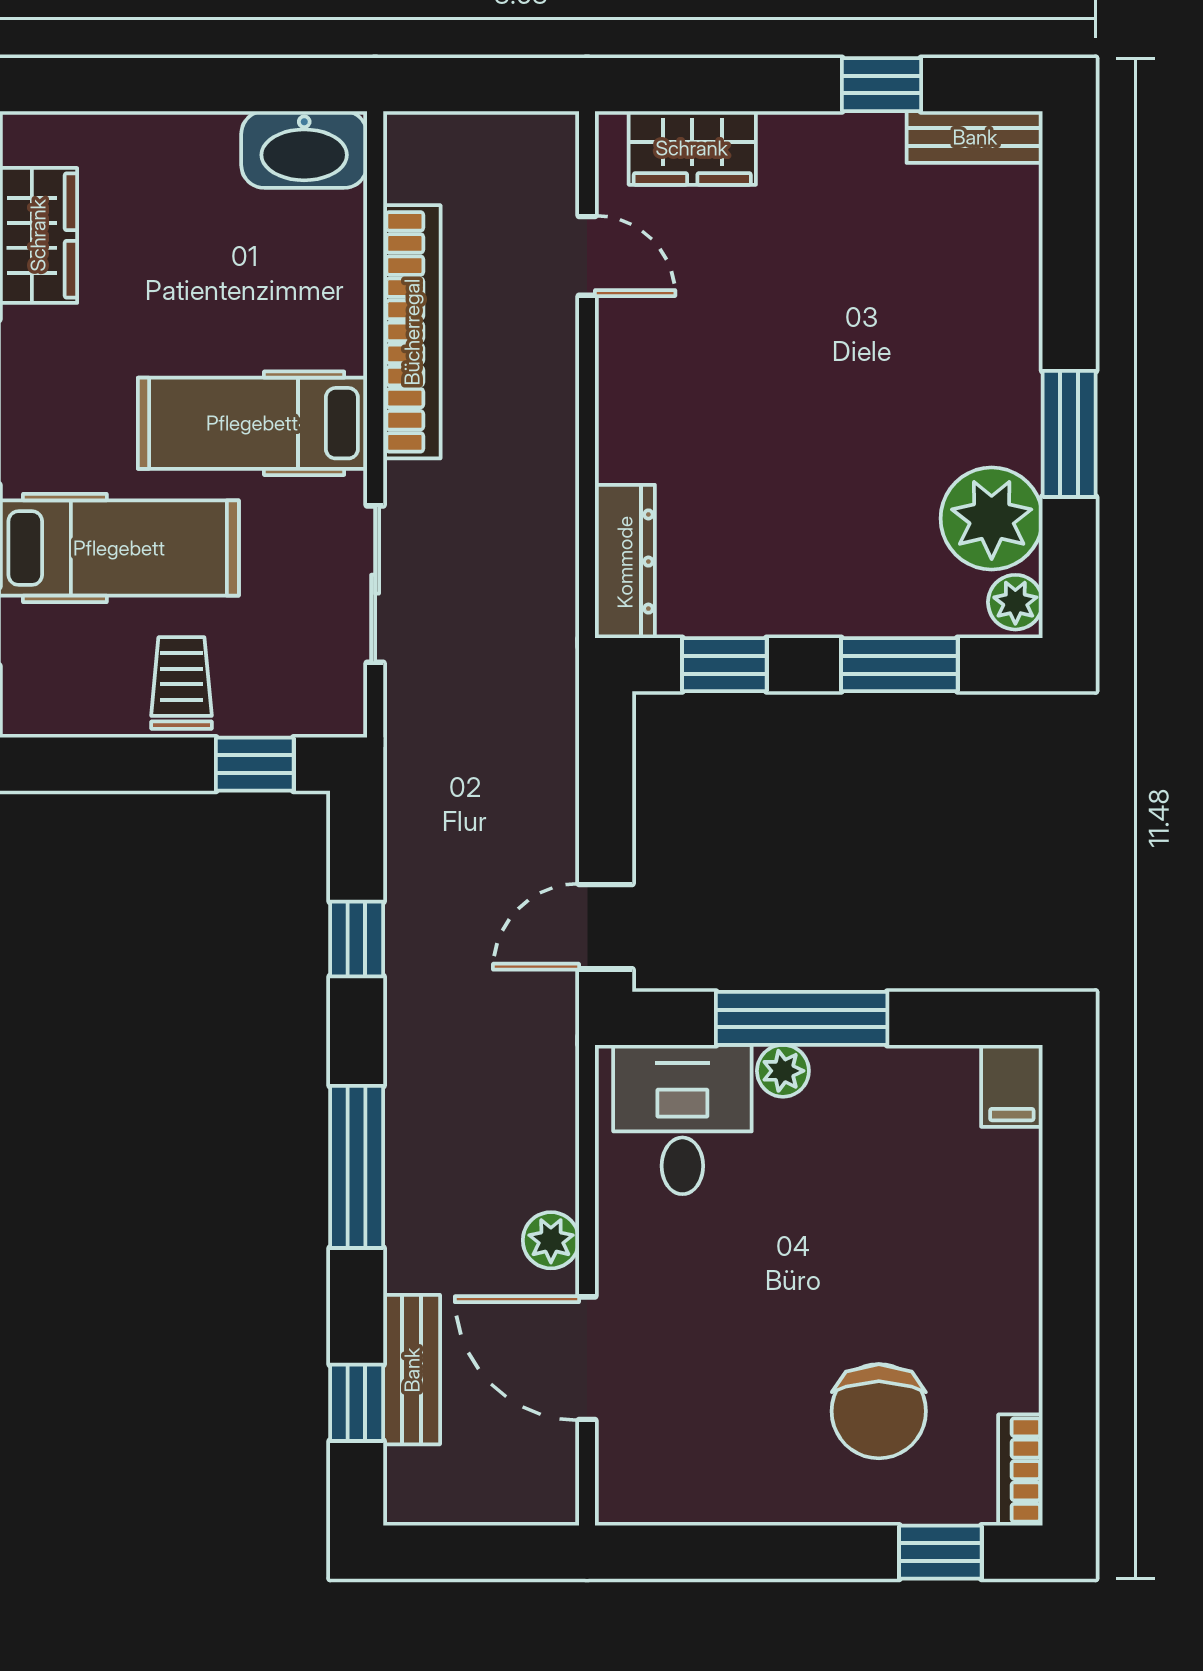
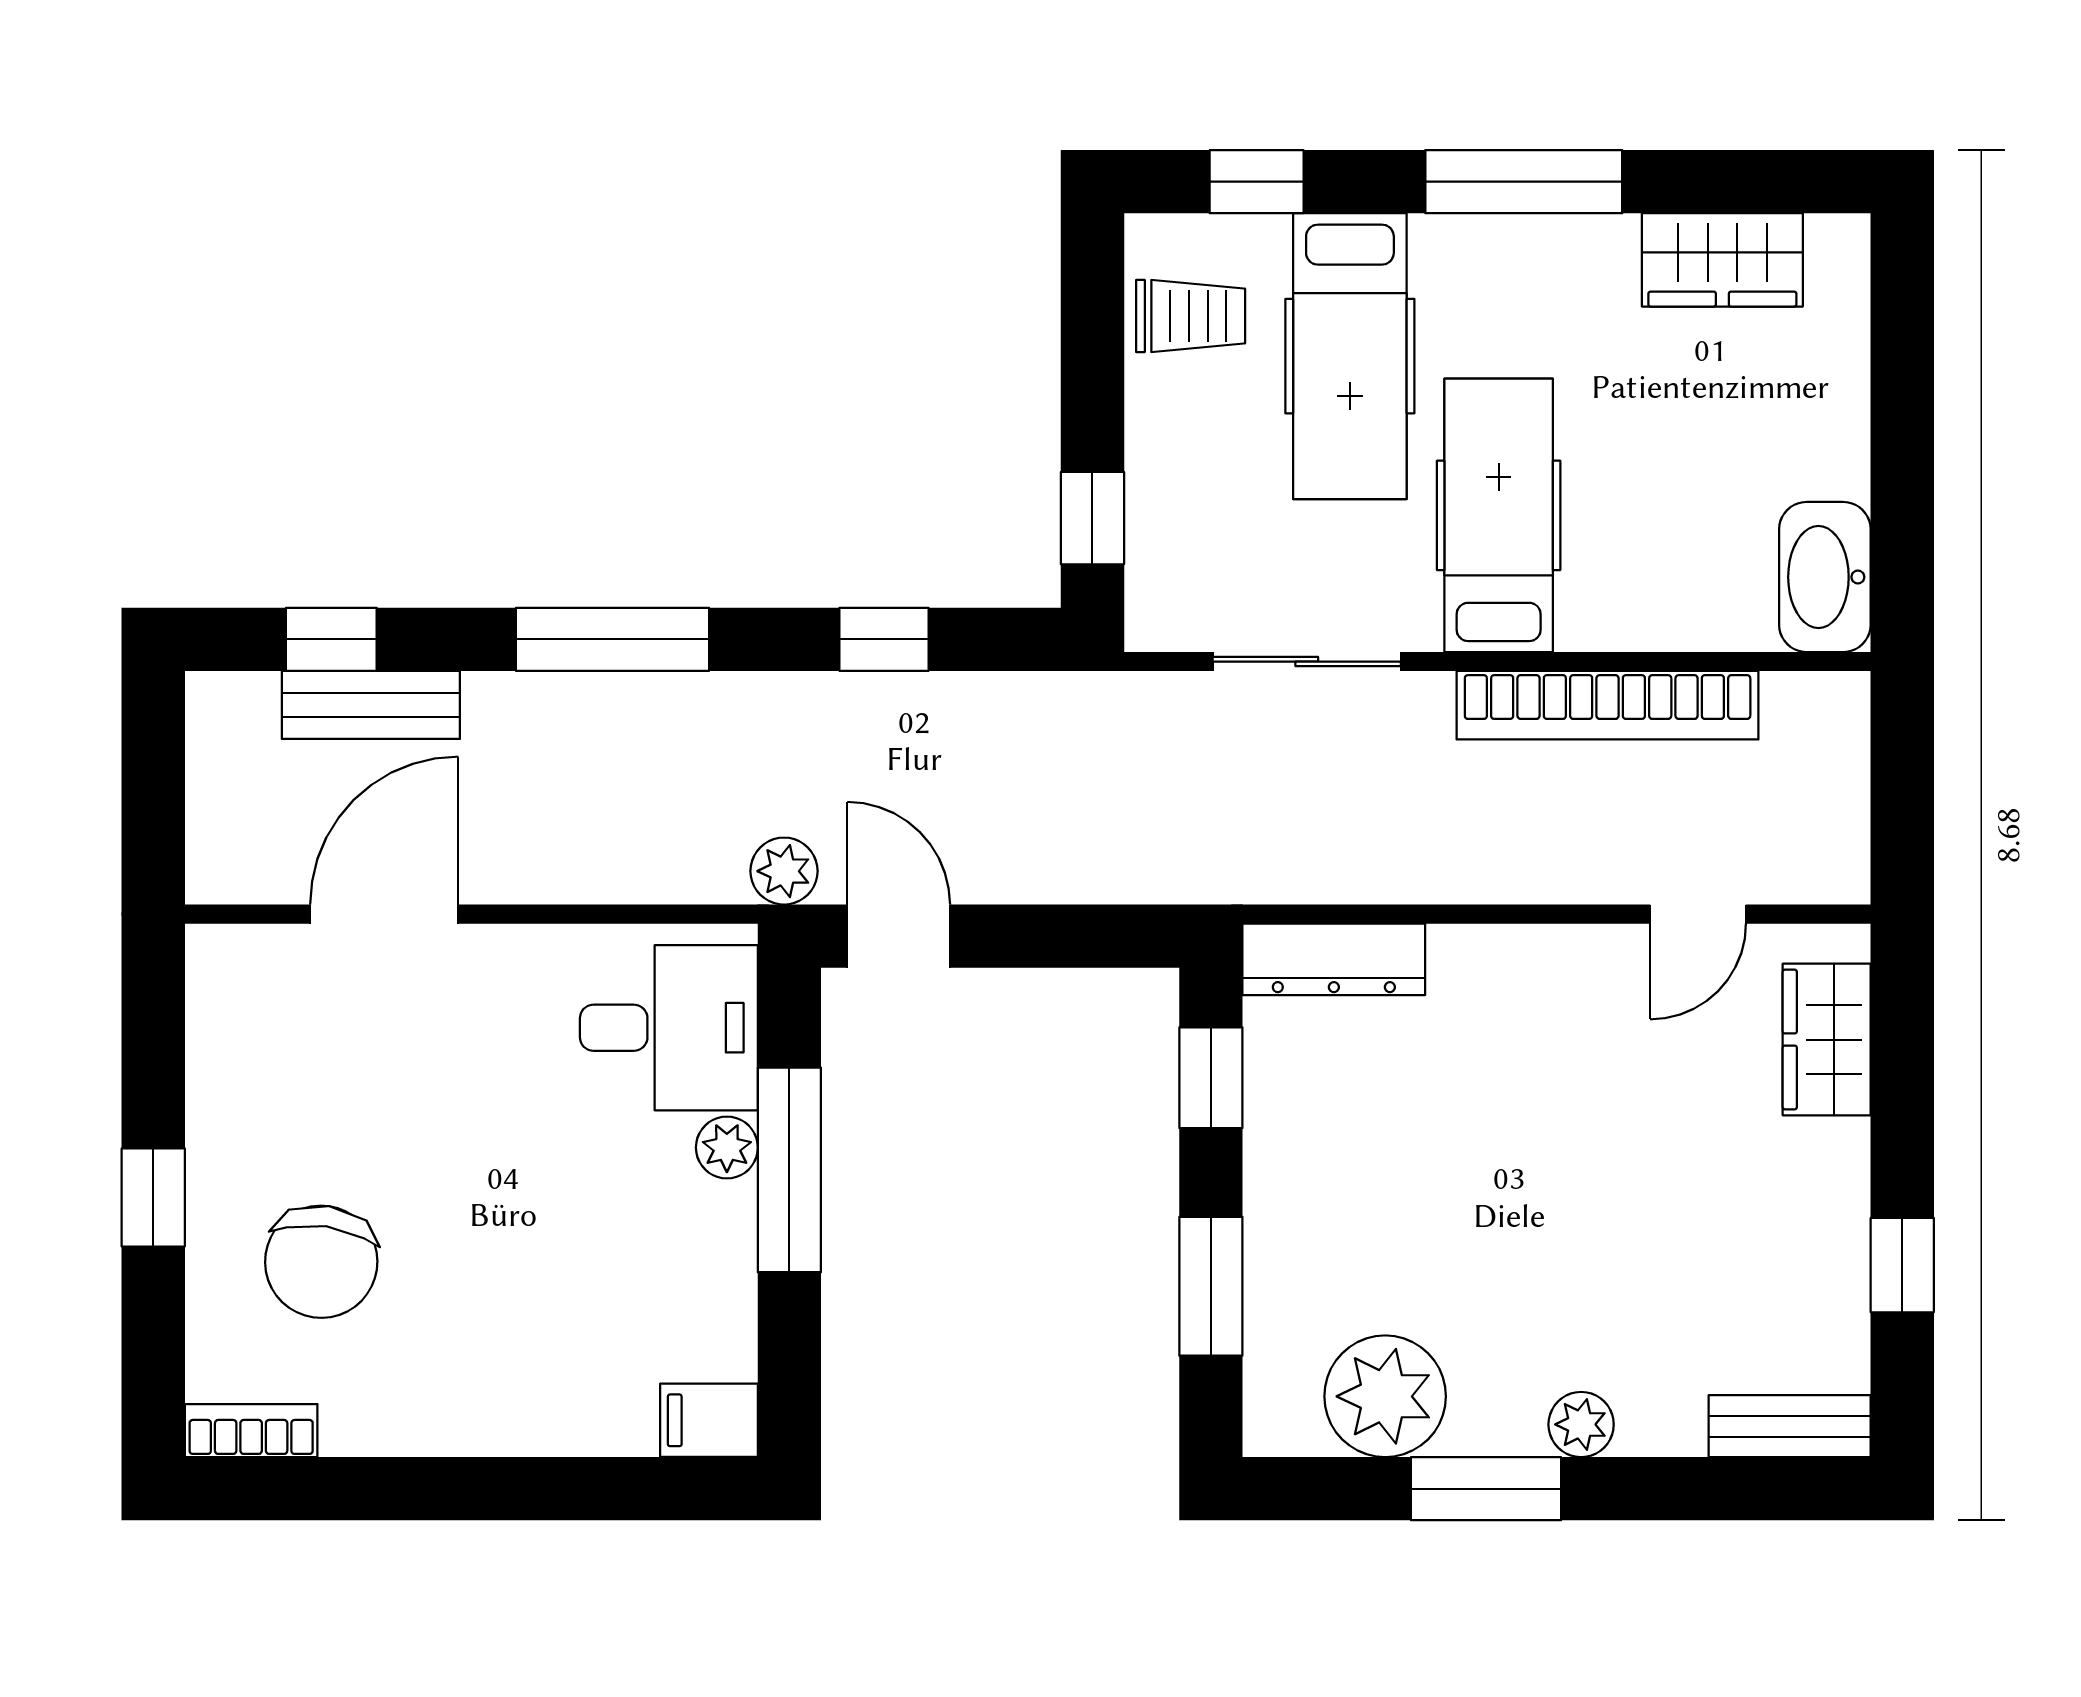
bench: (975, 137) -> (1790, 1426), moved, turned 90
plant: (1015, 602) -> (1581, 1424), moved
trolley: (181, 683) -> (1191, 316), moved
plant: (551, 1240) -> (784, 871), moved
chair: (879, 1411) -> (321, 1262), turned -82
window: (940, 1552) -> (153, 1197), moved

